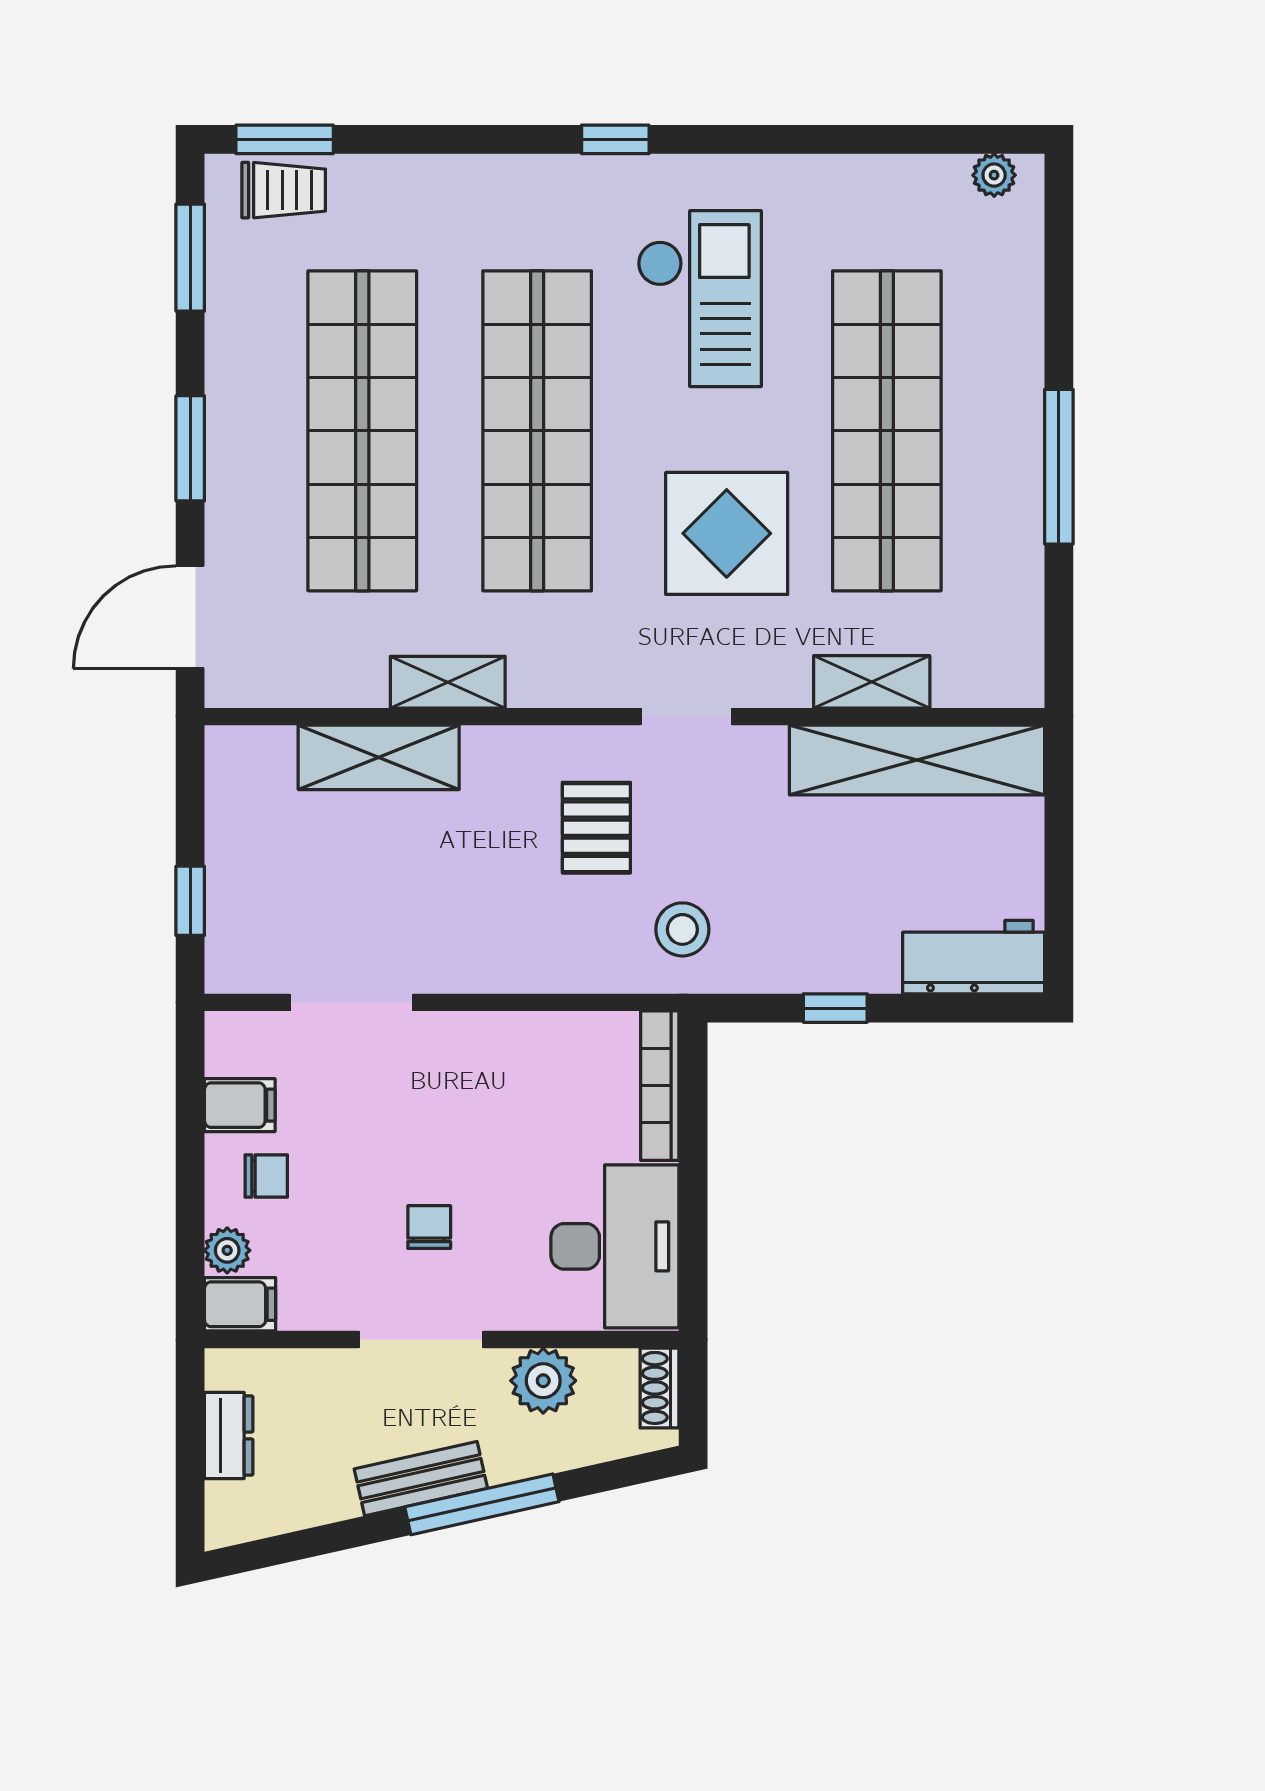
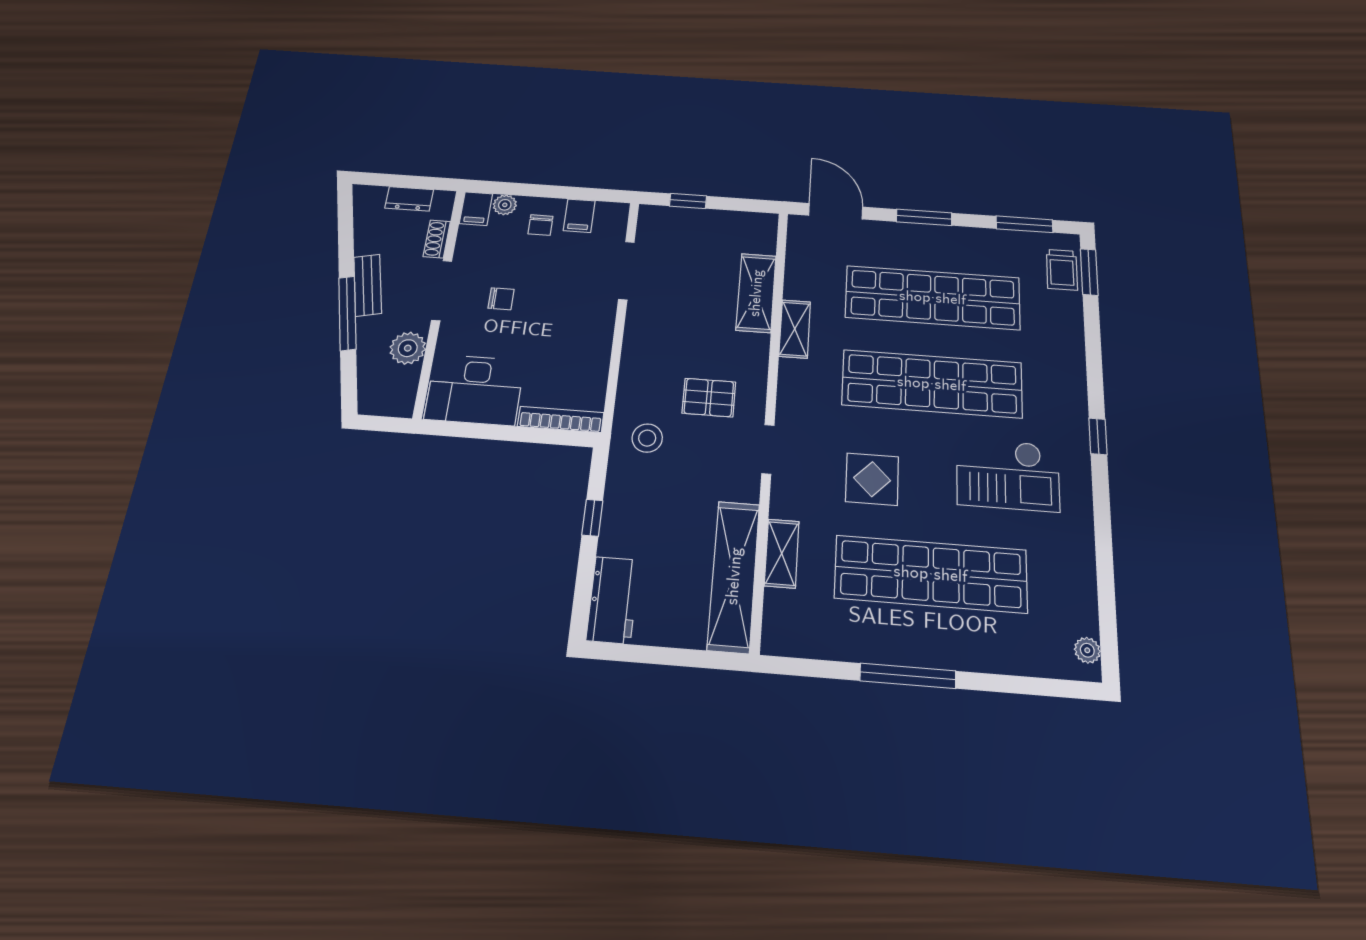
display table: (727, 533) -> (872, 479), width x0.73, depth x0.73
shoe rack: (659, 1388) -> (437, 239), moved, turned -90

